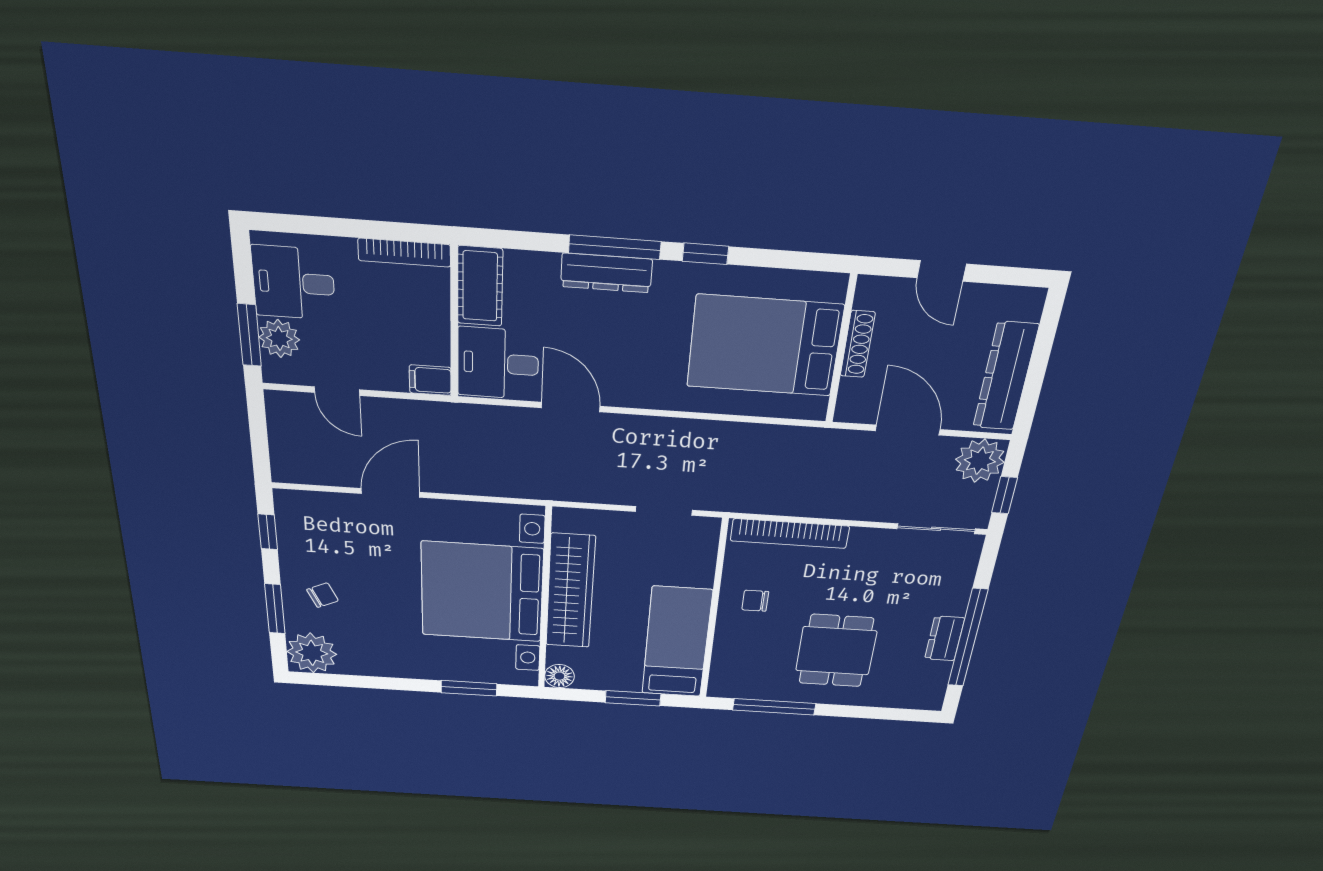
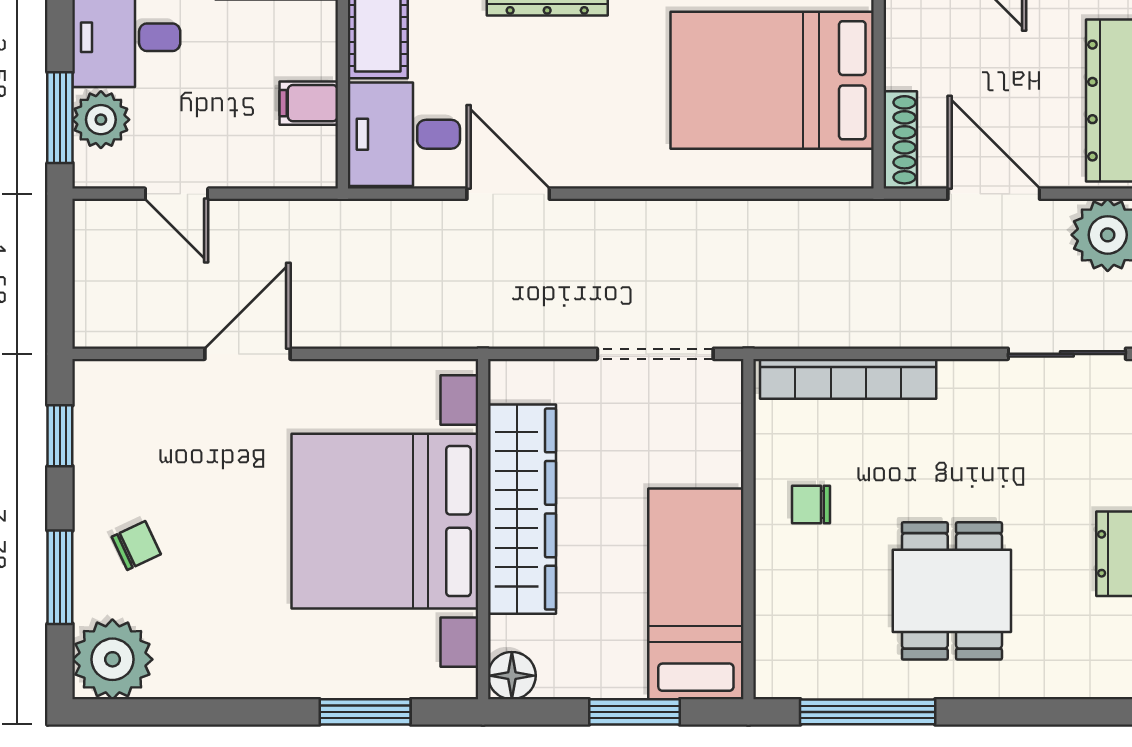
shoe rack: (858, 344) -> (900, 140), moved
filing cabinet: (430, 380) -> (309, 103), moved
doorway: (664, 511) -> (655, 354), width x1.38

